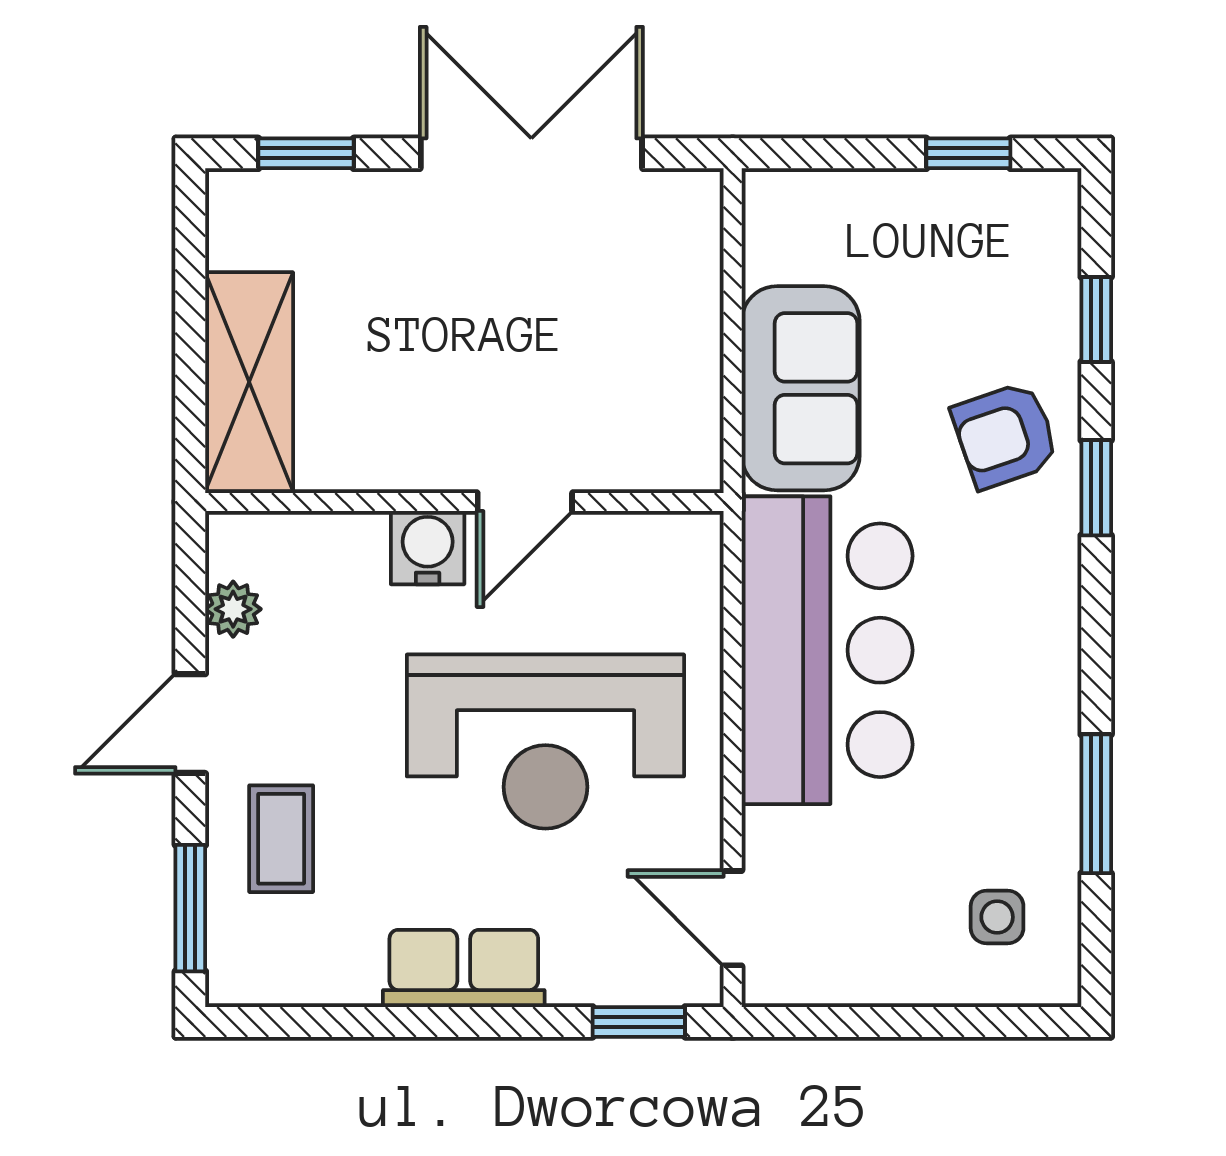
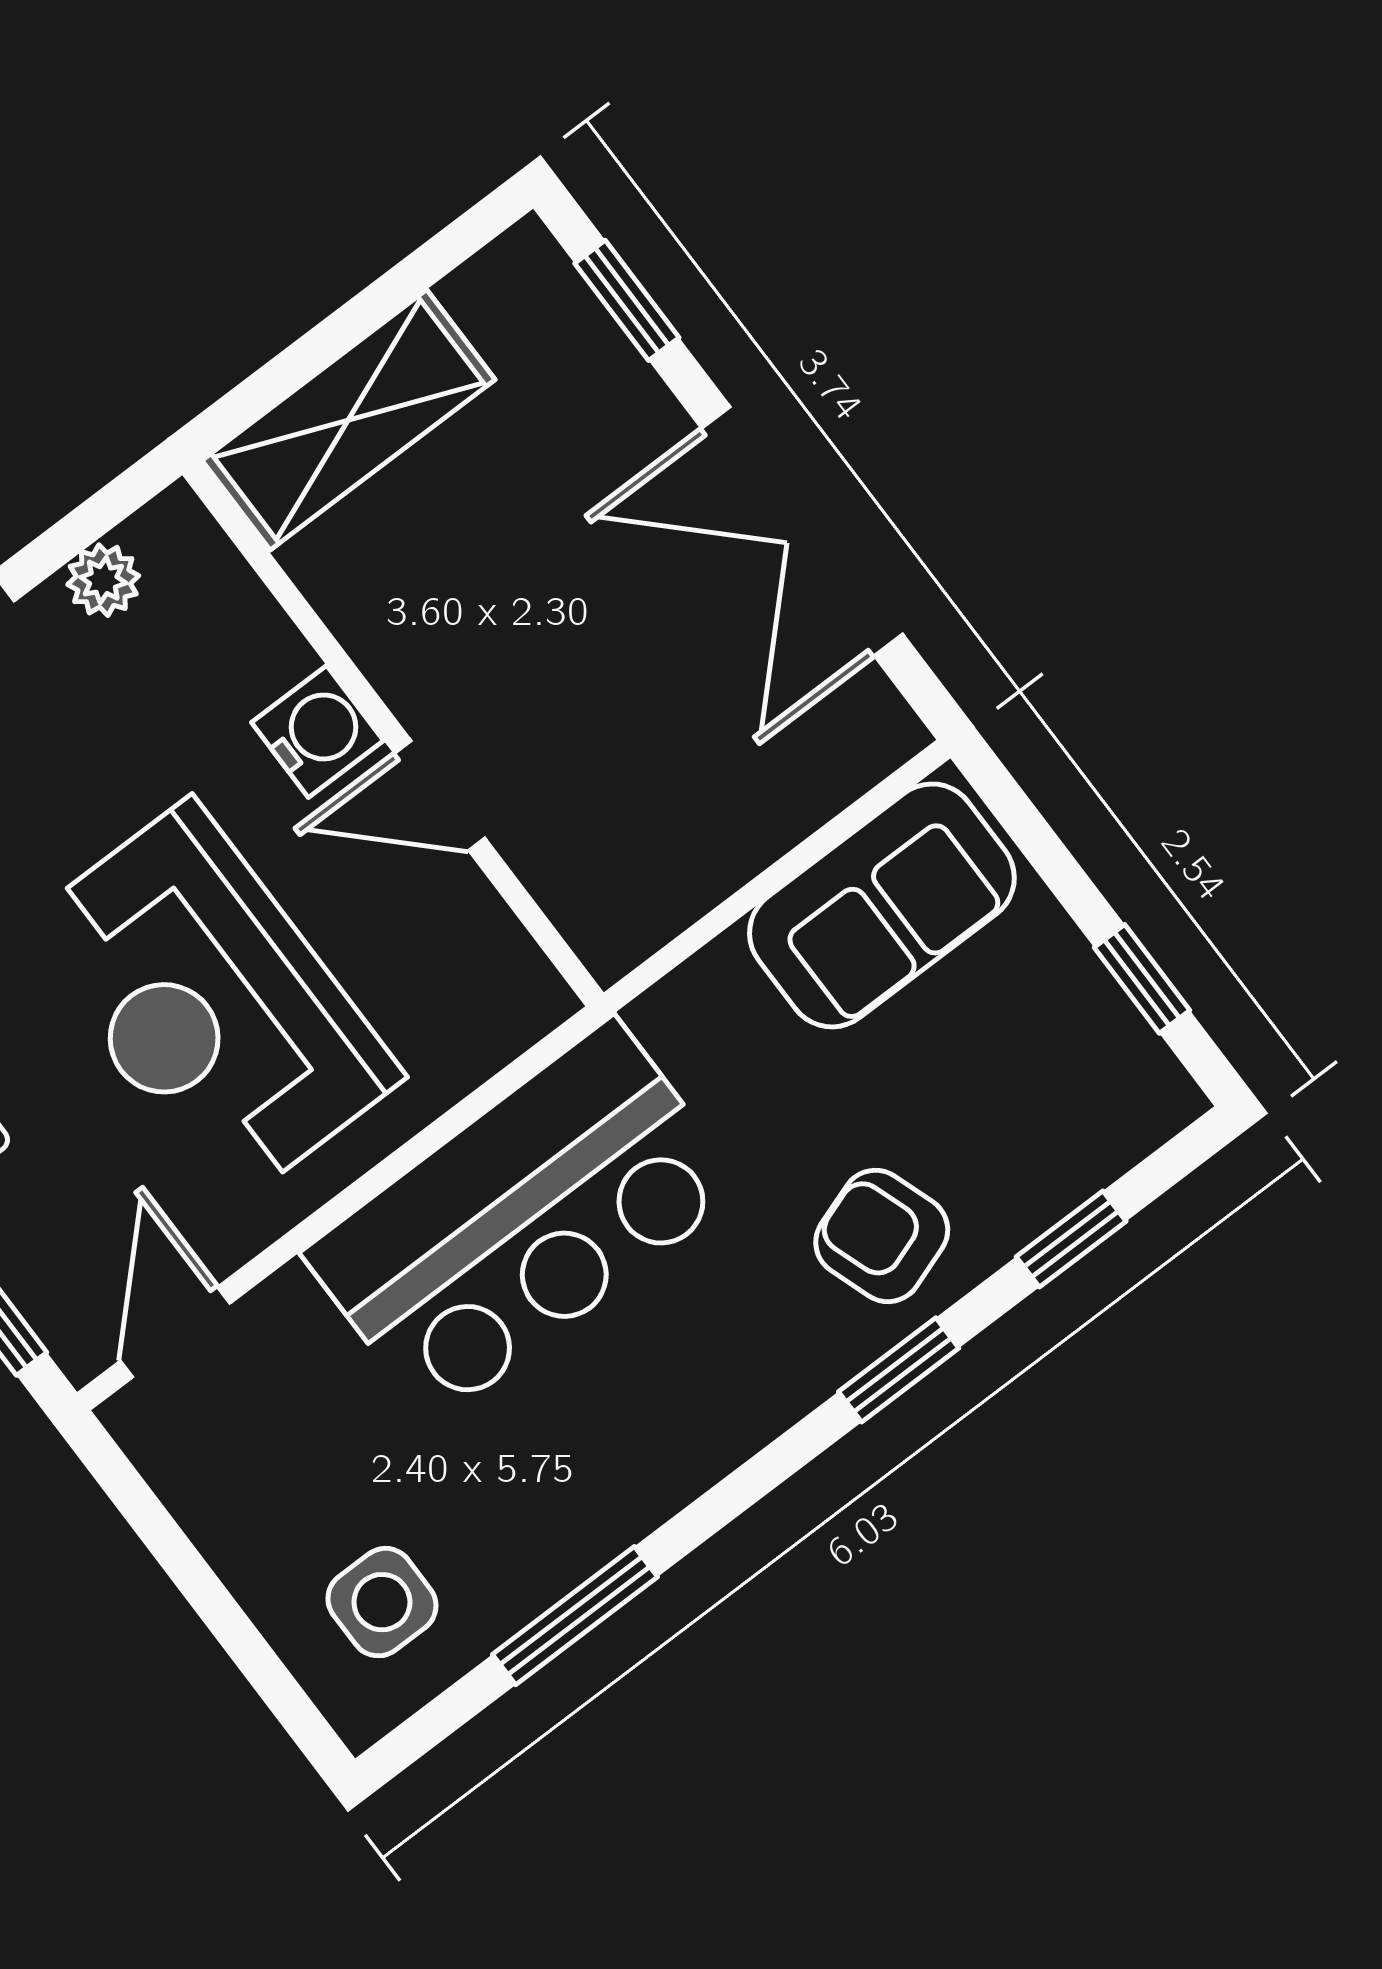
double door: (531, 153) -> (802, 531), swing flipped
sofa: (801, 388) -> (882, 905), moved
side table: (997, 917) -> (382, 1602), width x1.37, depth x1.37

